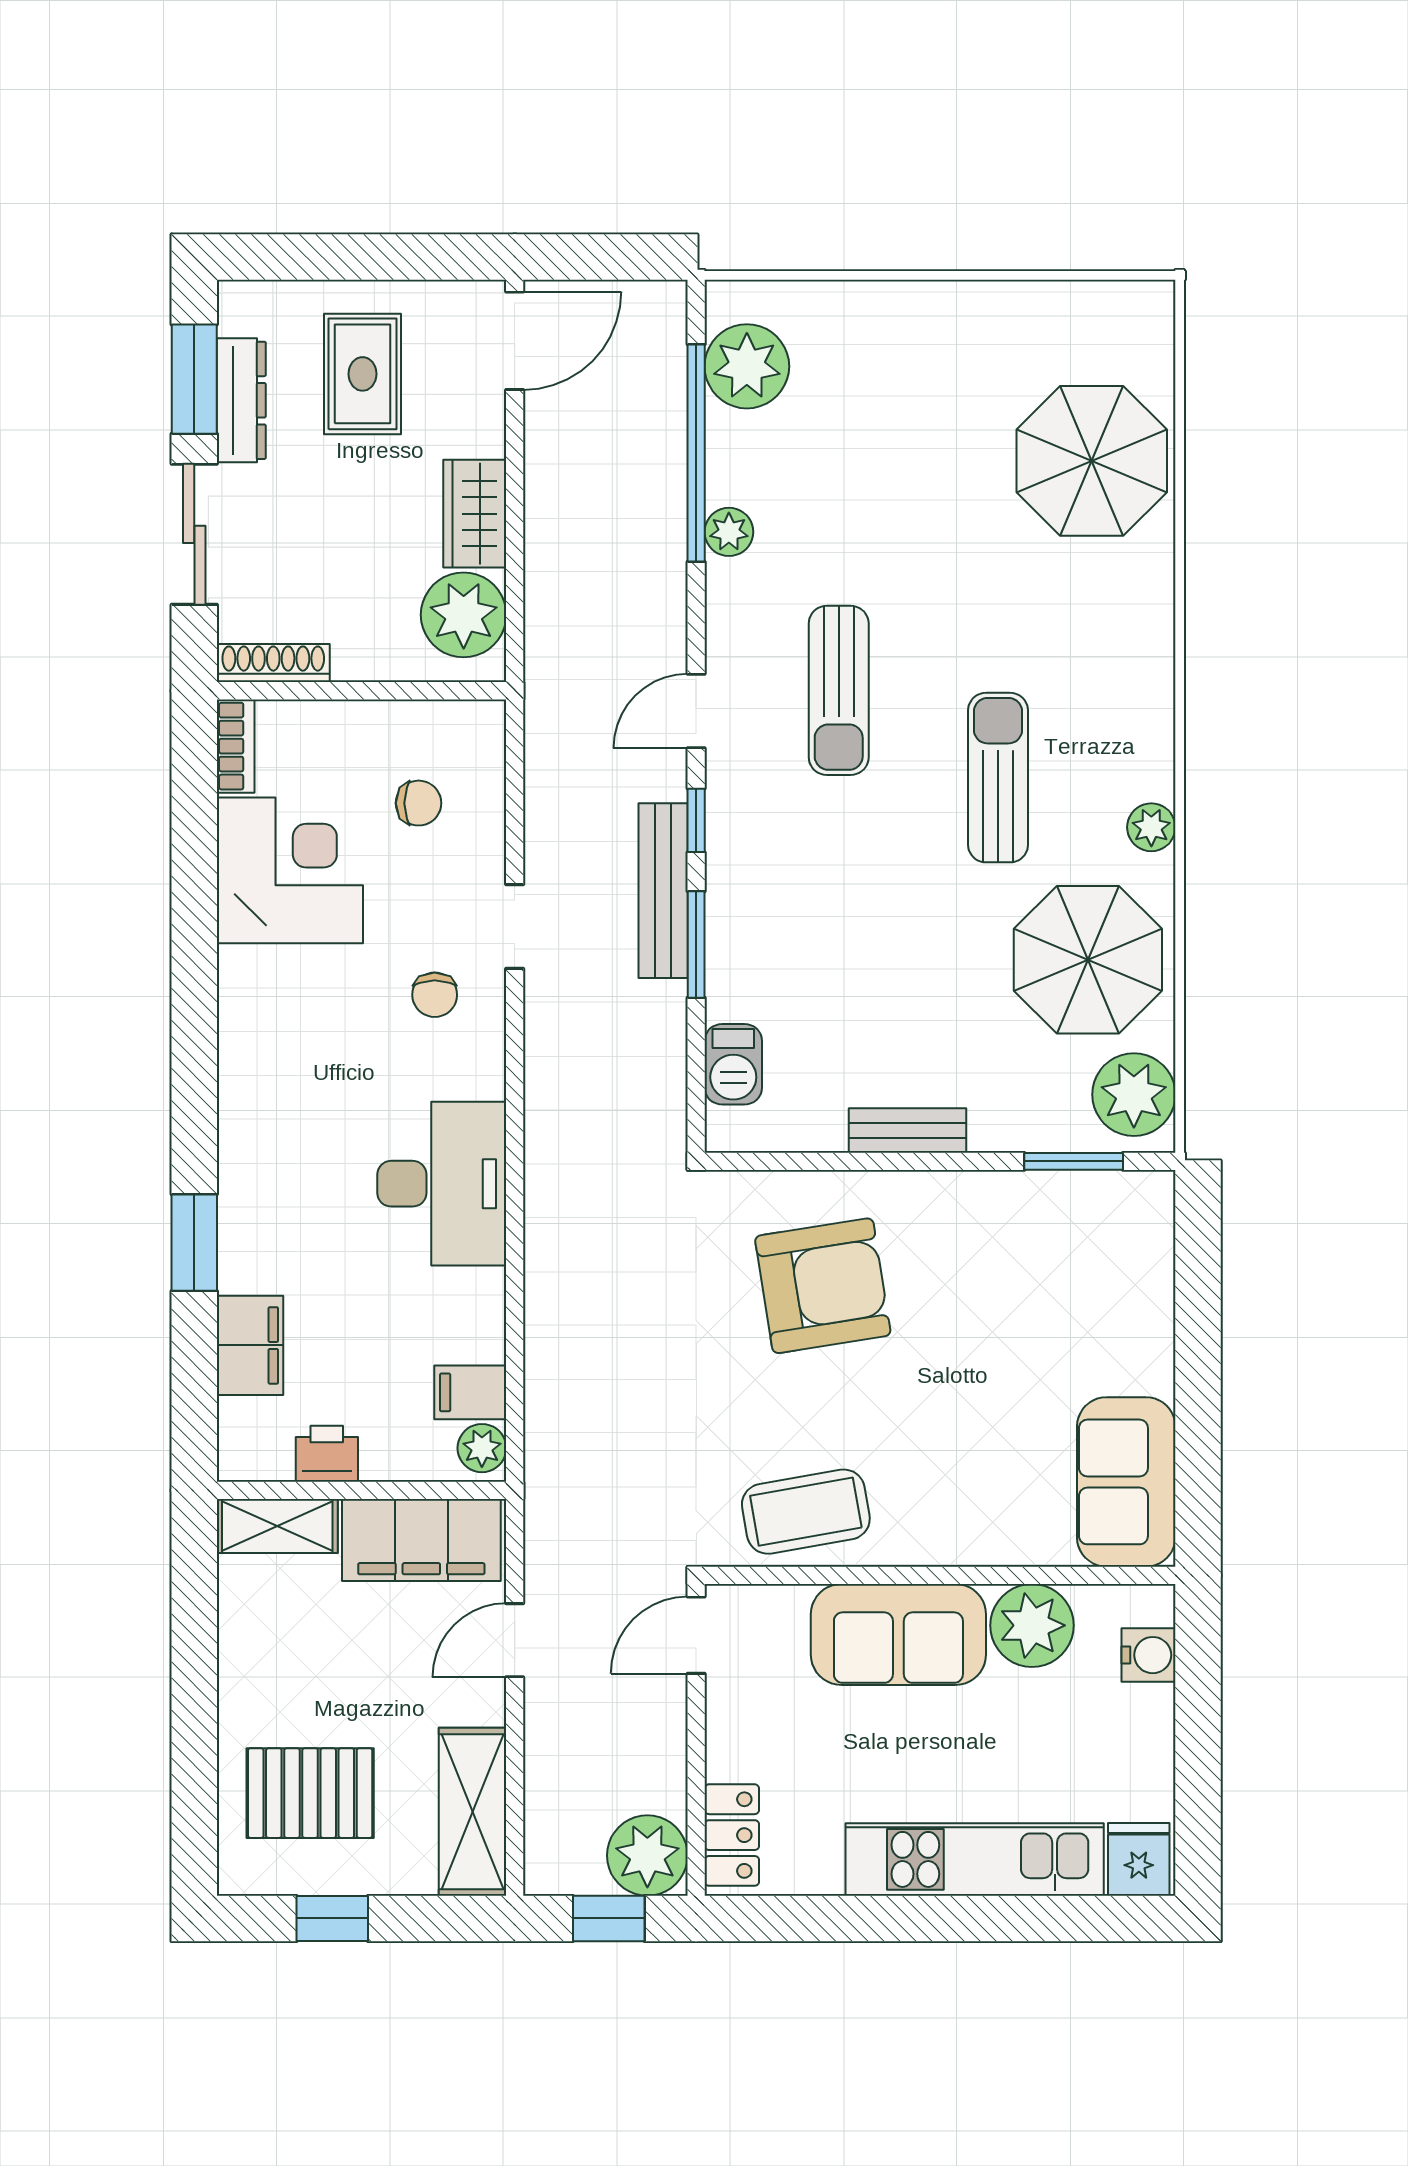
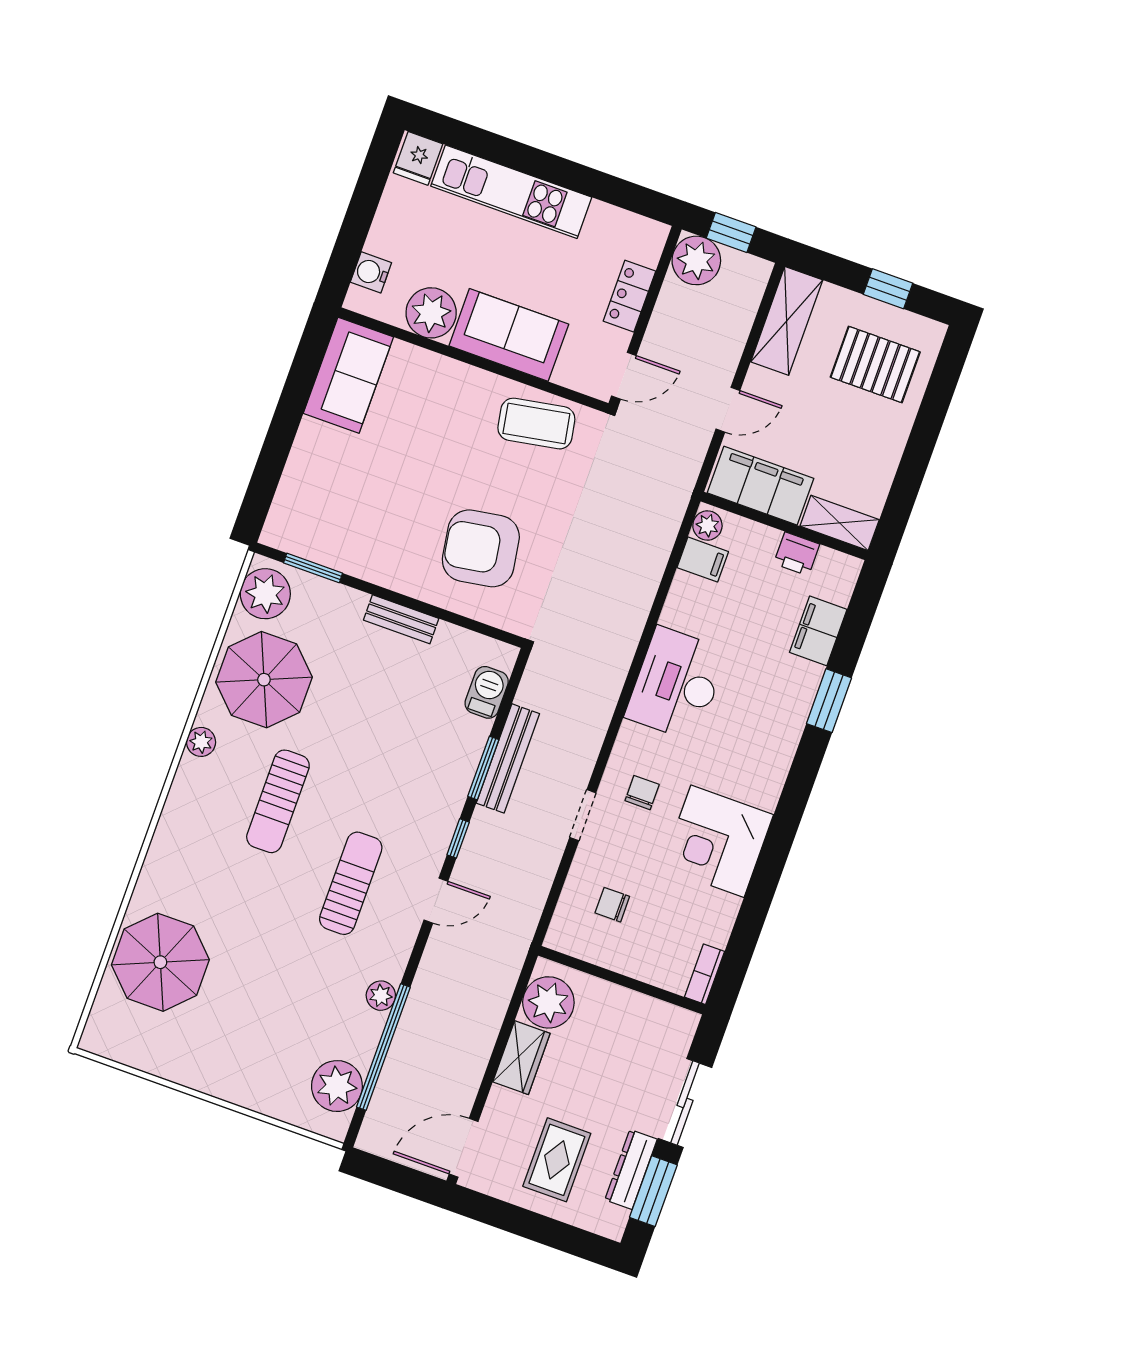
shoe rack: (273, 663) -> (666, 1014), removed
corner desk: (290, 870) -> (717, 841), moved
bench: (663, 891) -> (508, 758), moved
locker: (732, 1835) -> (629, 296), moved

